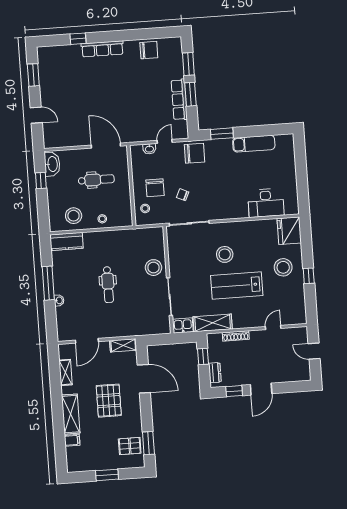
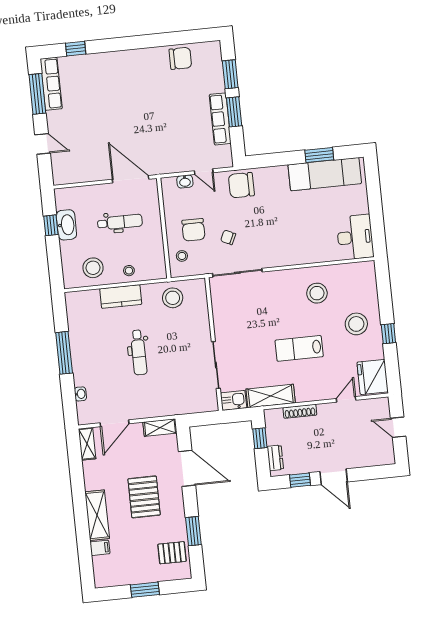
window: (78, 39) -> (76, 49), moved
row of seats: (102, 49) -> (51, 84), moved, turned -90
window: (33, 75) -> (37, 94), width x1.44
window: (222, 134) -> (319, 155), moved
door: (165, 141) -> (204, 172), swing flipped
exam couch: (254, 144) -> (325, 174), width x1.36, depth x1.45
chair: (195, 153) -> (241, 185), turned 180
washbasin: (52, 164) -> (66, 225), moved
desk: (266, 203) -> (355, 237), moved, turned -90
fridge: (289, 231) -> (373, 377), moved
kitchen counter: (67, 241) -> (121, 297), moved
stool: (225, 254) -> (317, 293), moved
stool: (153, 268) -> (173, 298), moved
lab bench: (237, 286) -> (299, 348), width x0.73, depth x0.72
washbasin: (59, 300) -> (80, 394), moved
shelving: (65, 372) -> (87, 444), moved
door: (261, 389) -> (334, 477), hinge flipped
window: (148, 443) -> (193, 531), moved

